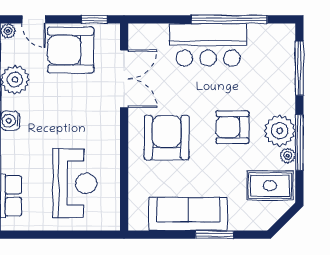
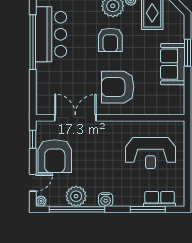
bar counter: (208, 45) -> (51, 34), moved
reception desk: (75, 183) -> (151, 153), turned 180
sofa: (188, 214) -> (173, 64), width x0.73

